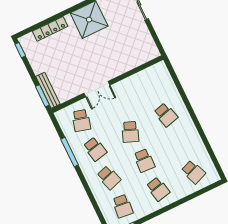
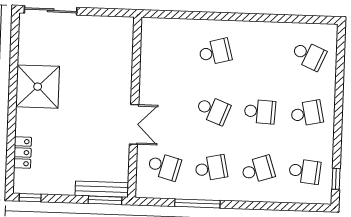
locker: (50, 29) -> (23, 153), width x0.66
school desk: (193, 172) -> (309, 55), turned 45

